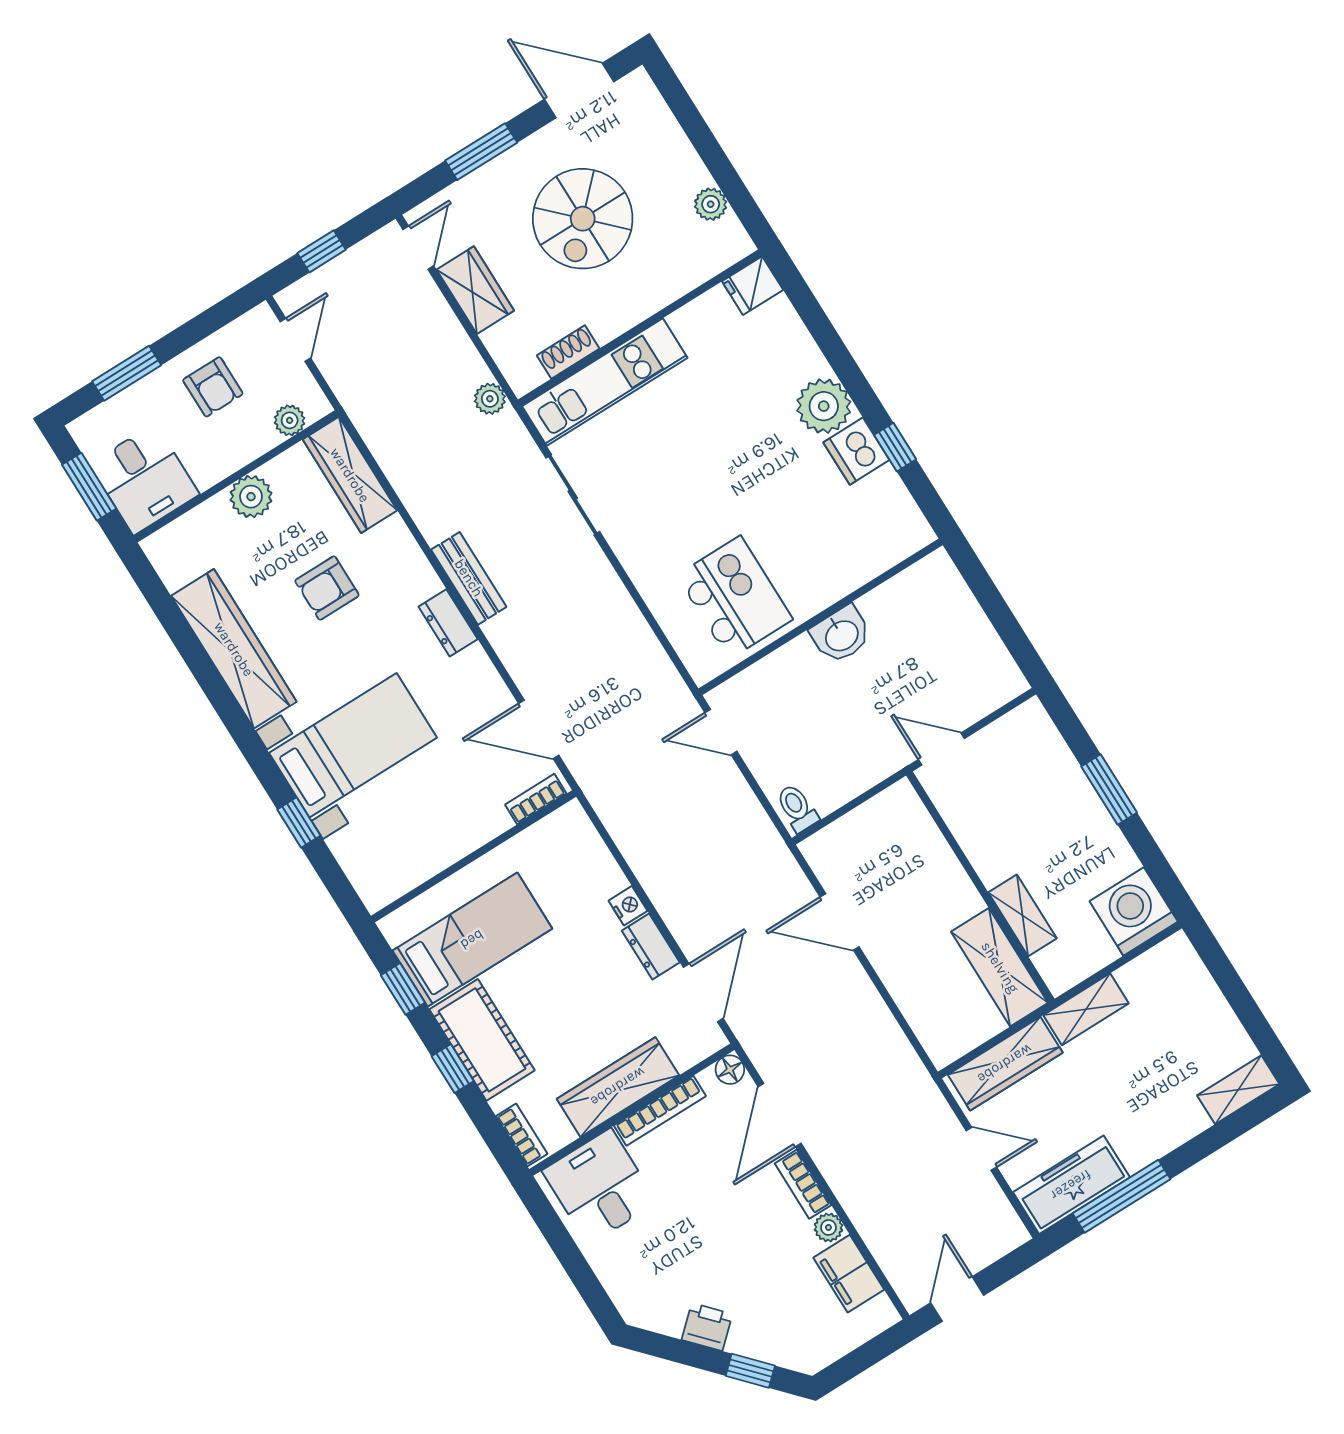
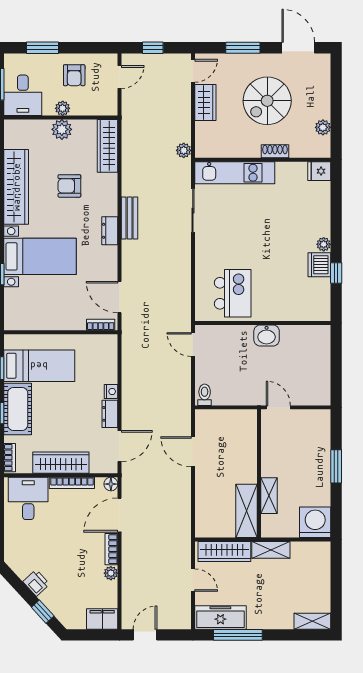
shoe rack: (568, 352) -> (275, 151), moved
plant: (824, 406) -> (324, 244), width x0.53, depth x0.53
plant: (290, 420) -> (63, 108), moved
filing cabinet: (849, 1274) -> (102, 619), moved, turned 90

